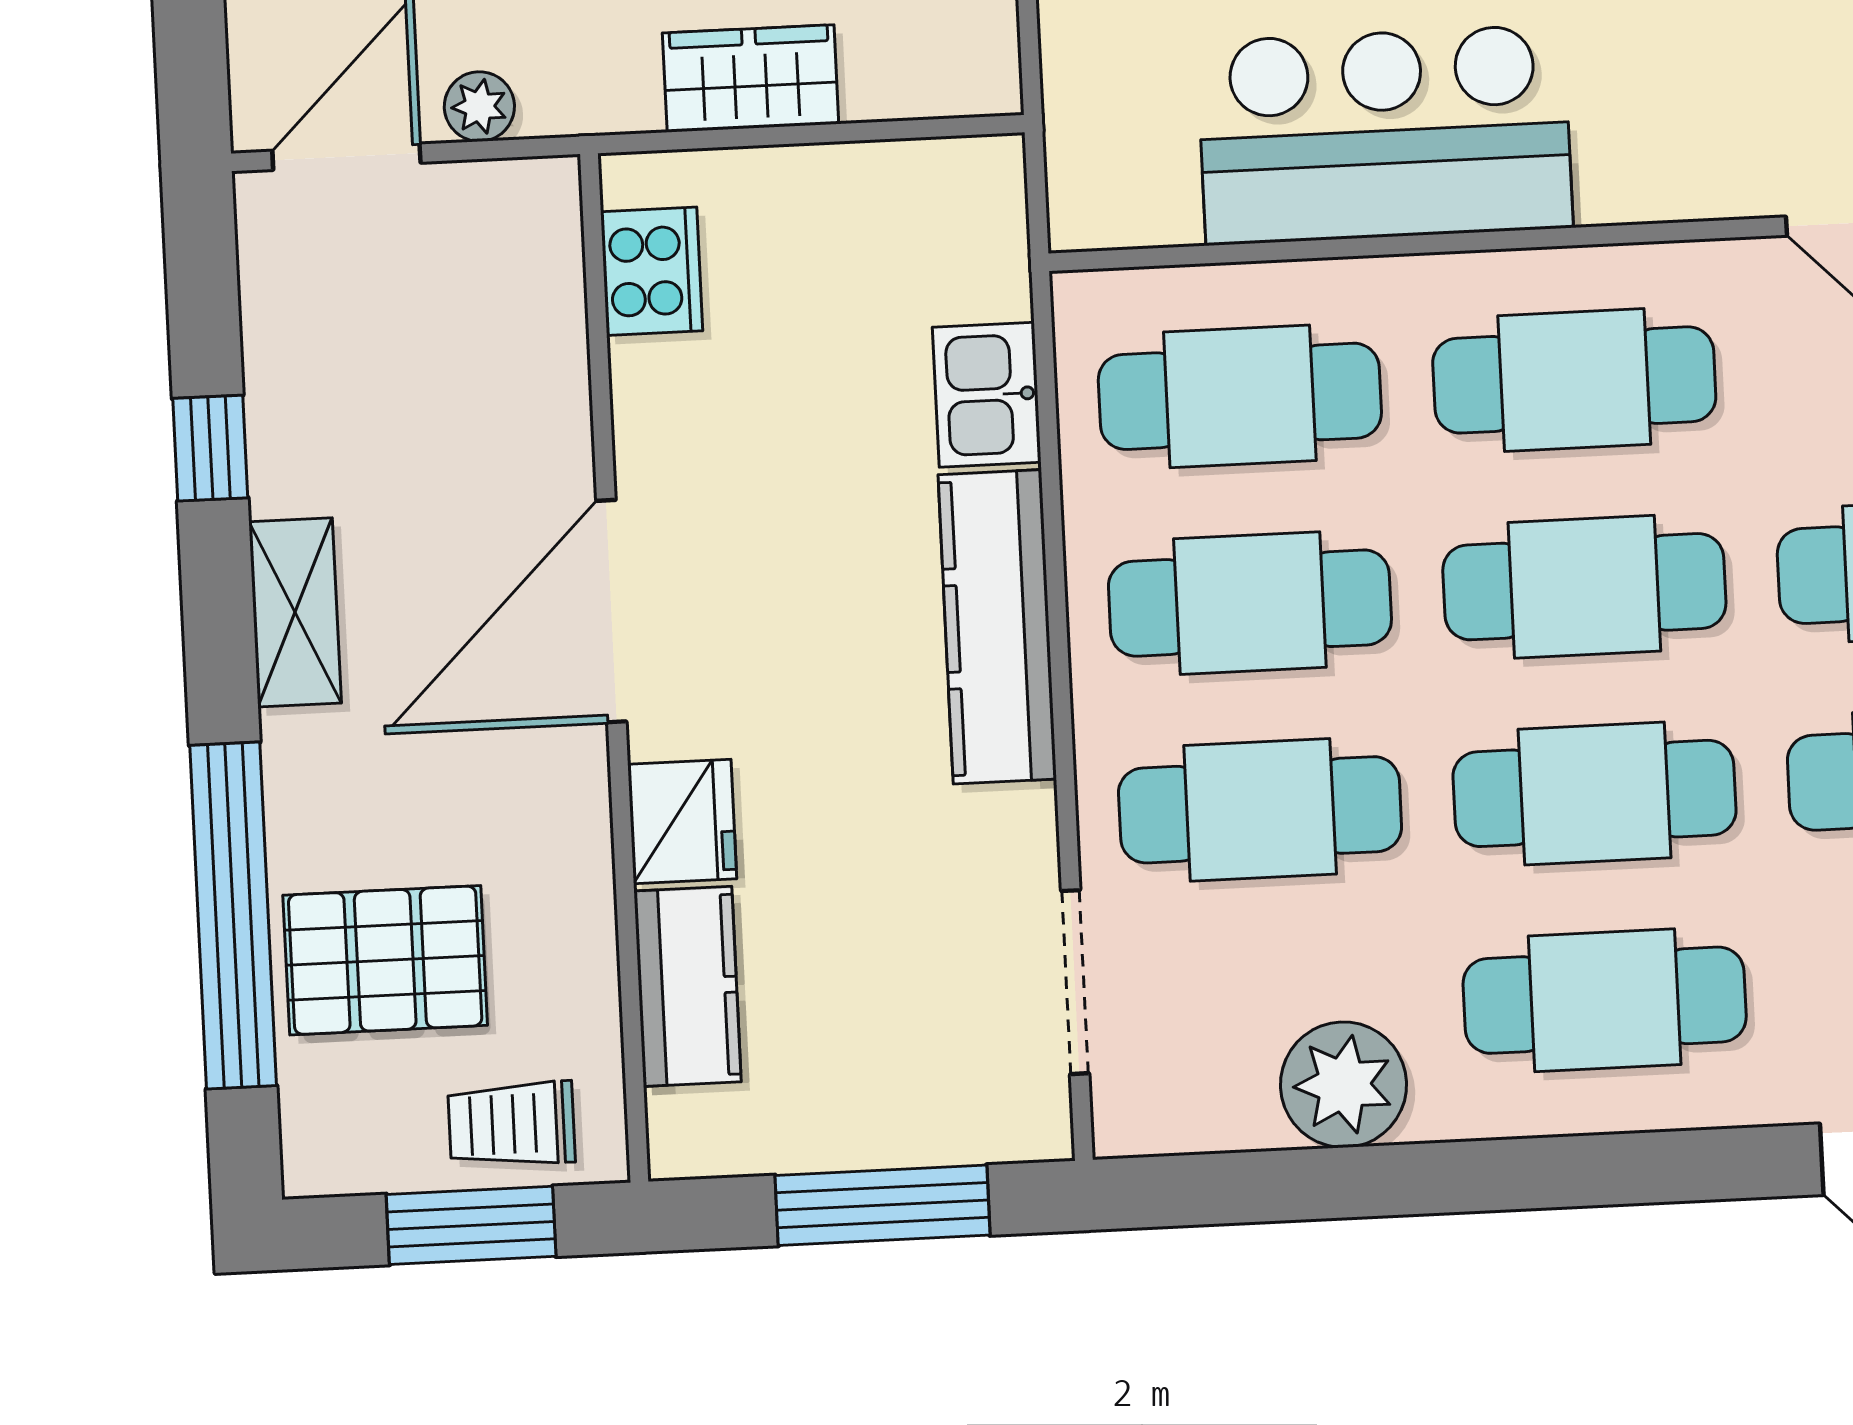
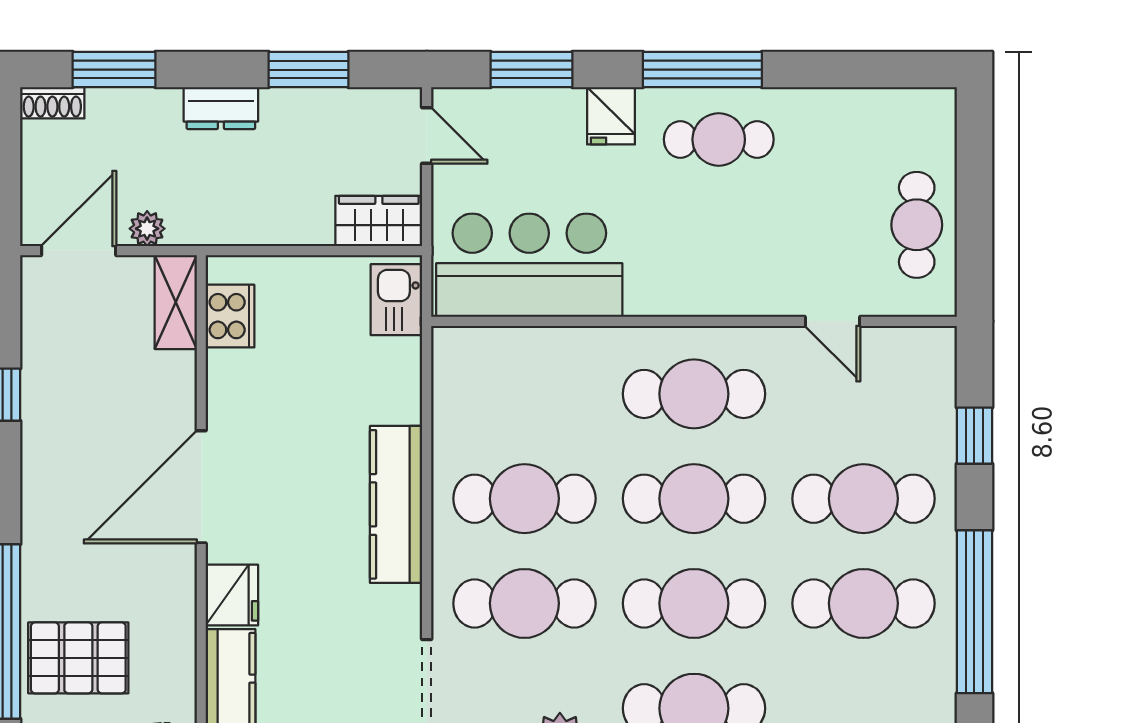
wardrobe: (751, 78) -> (379, 221), moved
bar counter: (1385, 135) -> (529, 265), moved
kitchen sink: (987, 395) -> (396, 300), moved
cafe table: (1240, 396) -> (524, 394), removed
shelving: (295, 612) -> (176, 302), moved

